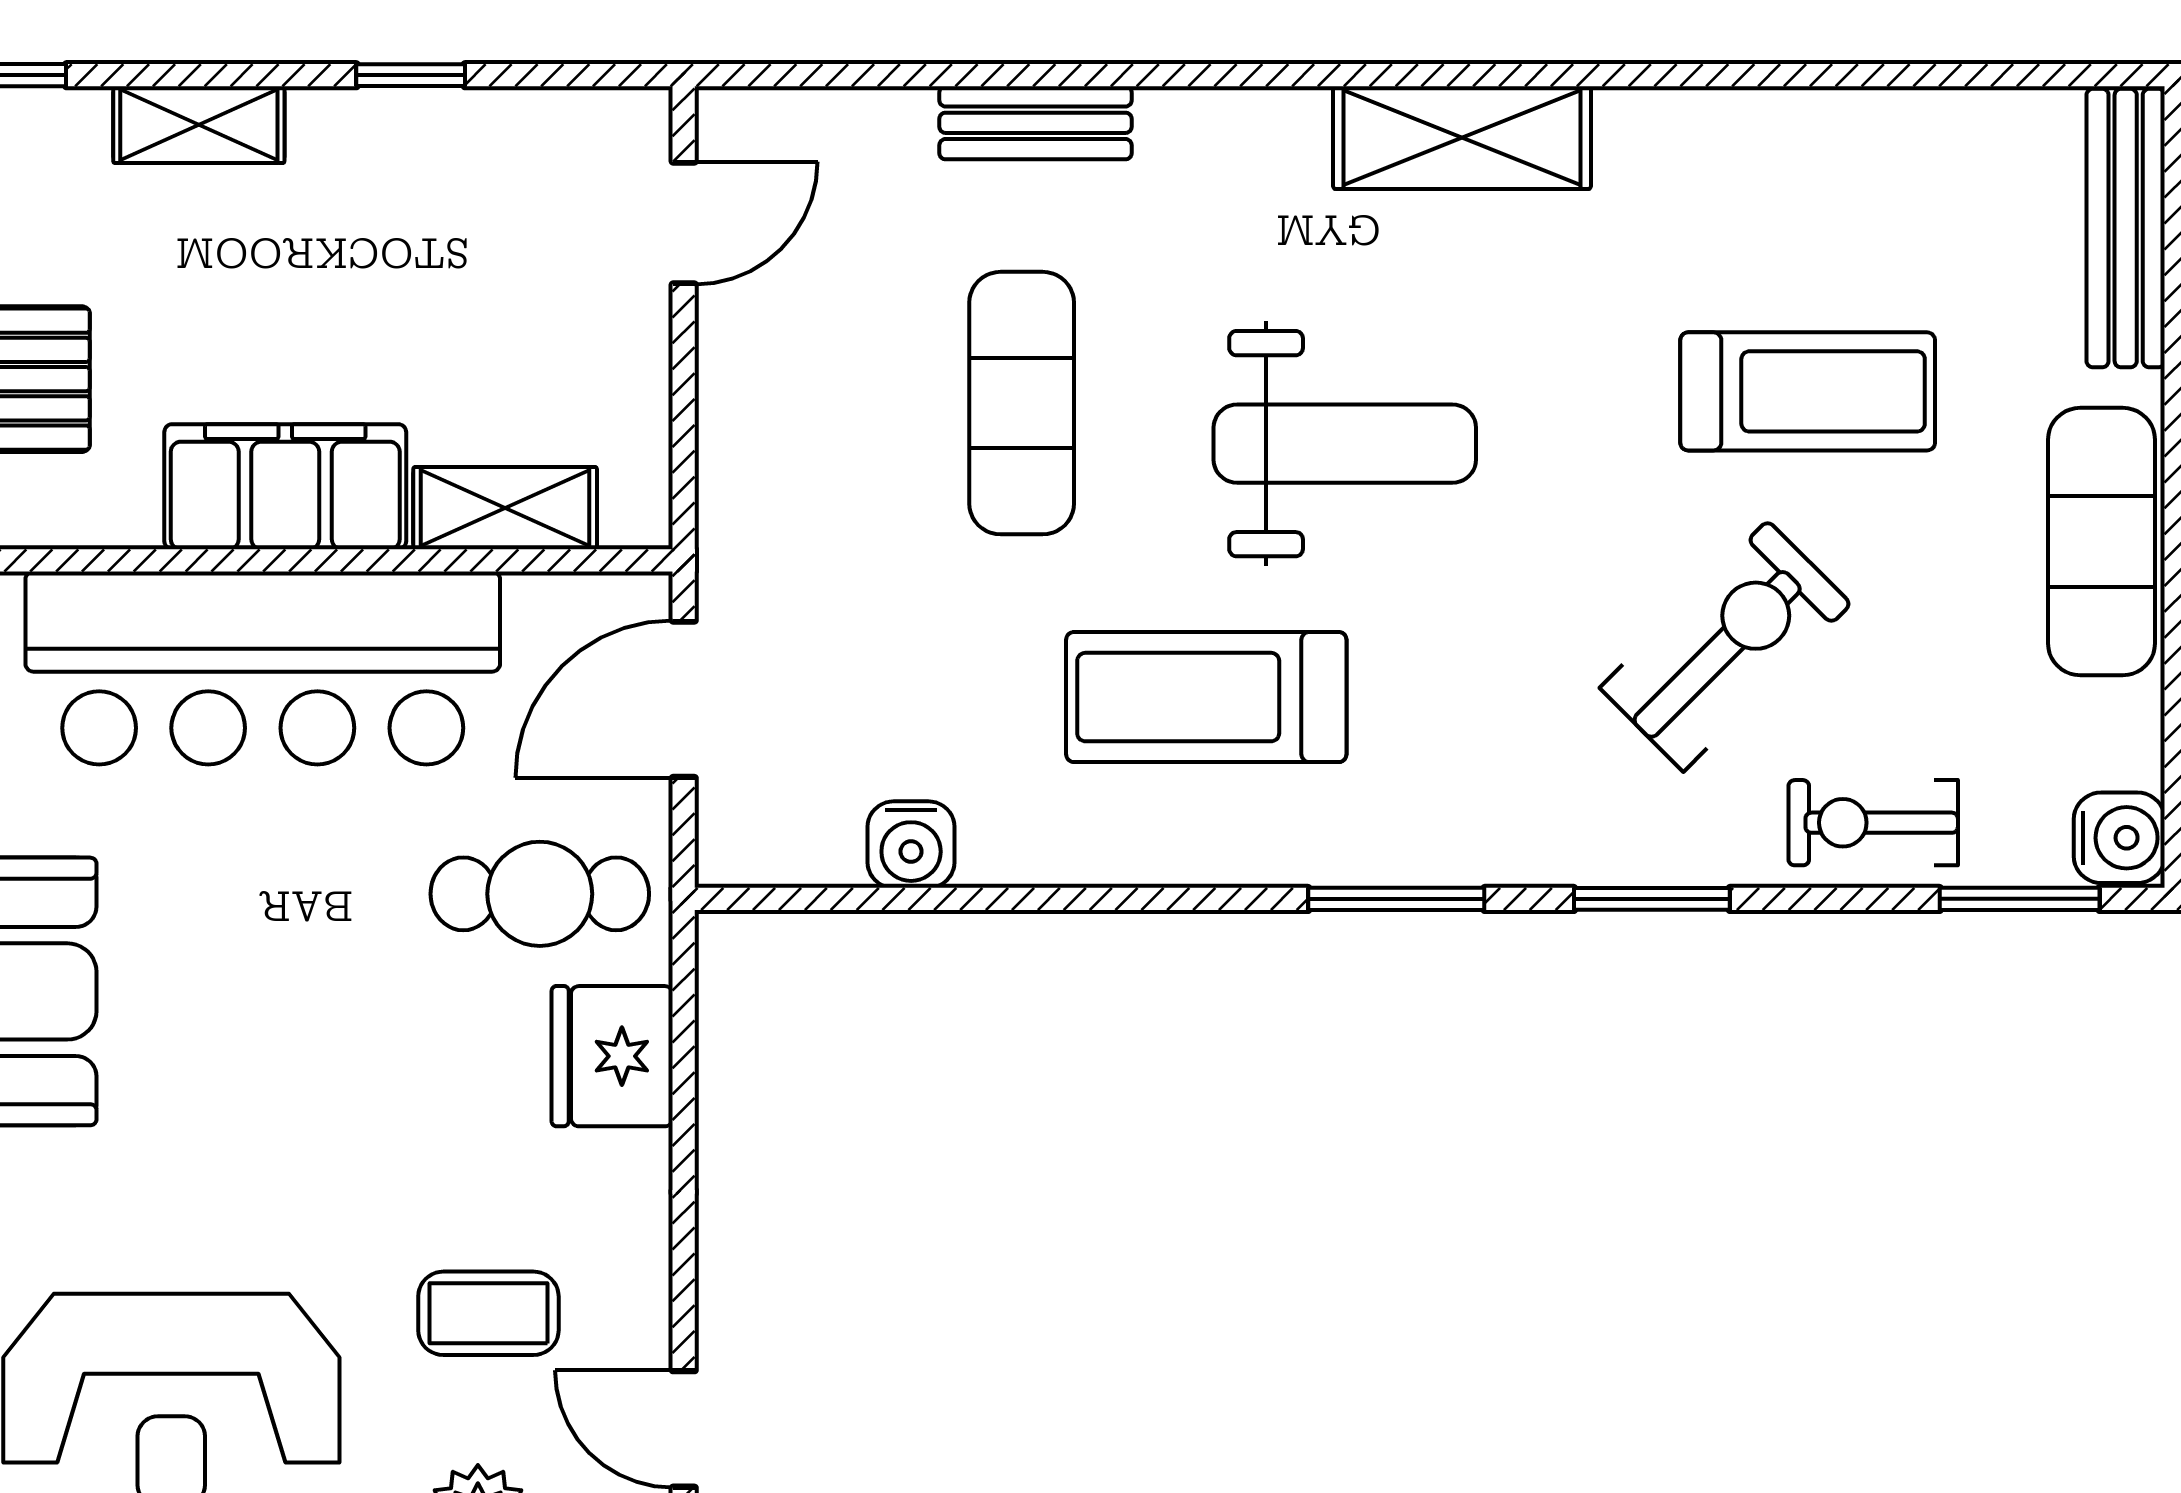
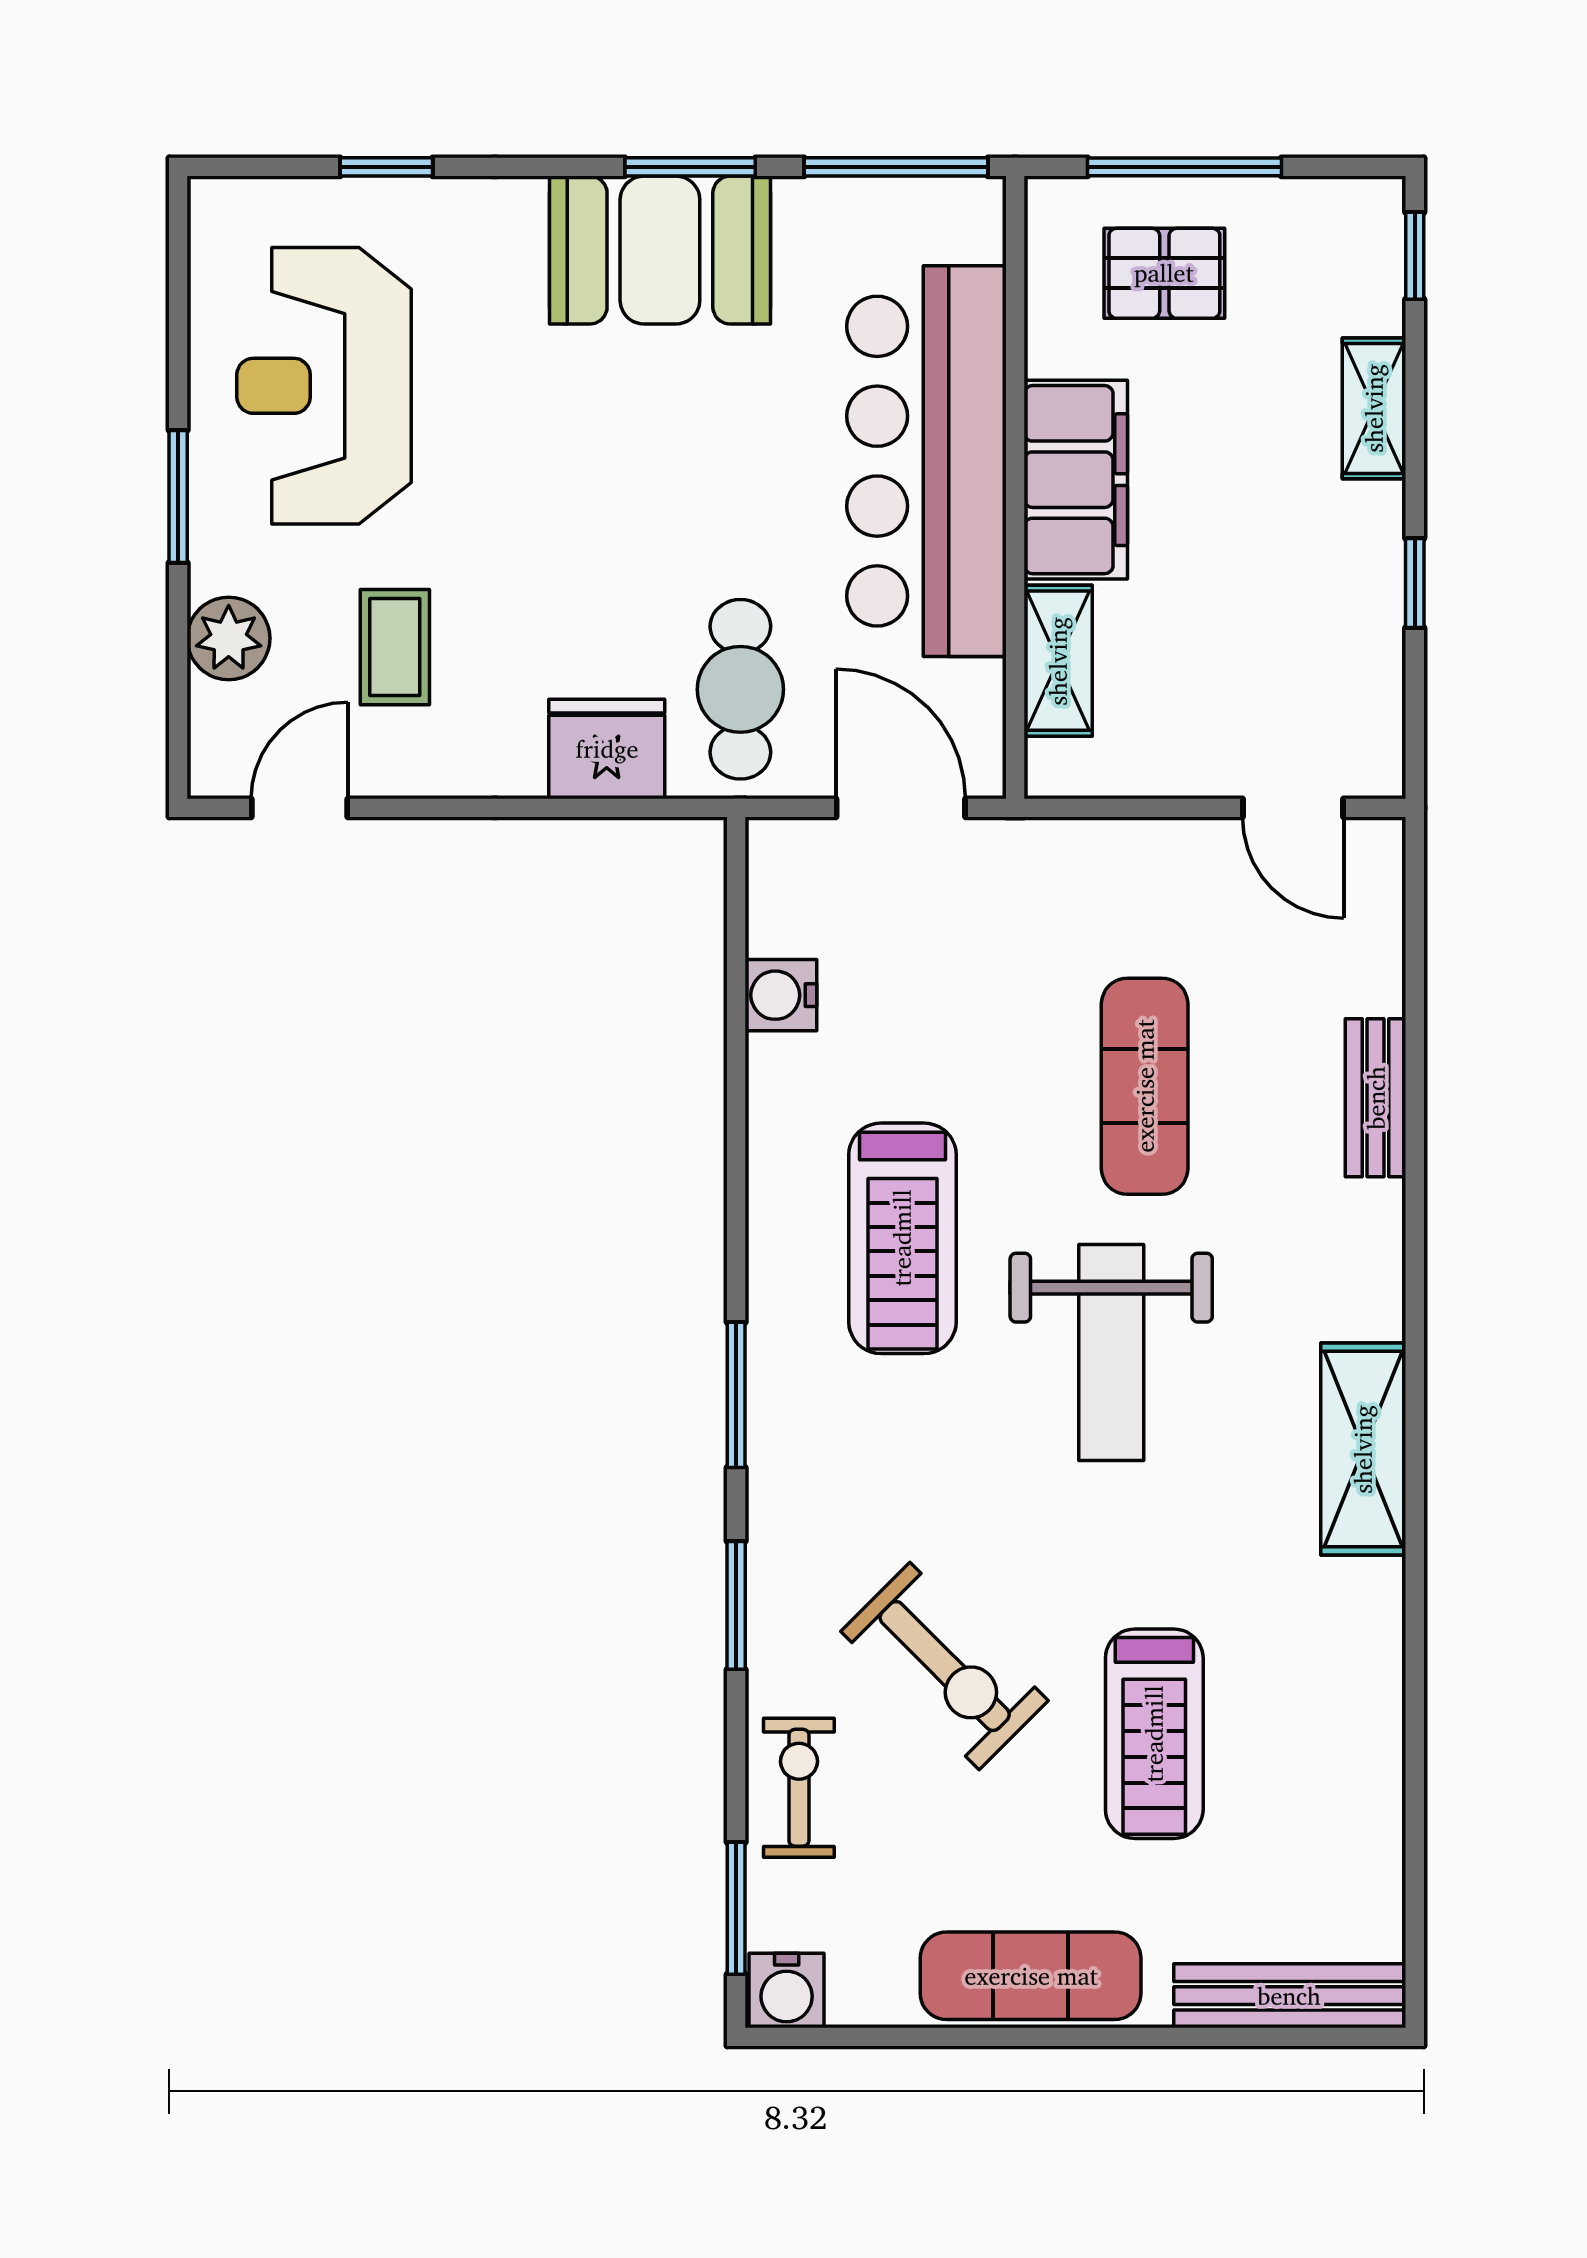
exercise mat: (1022, 403) -> (1145, 1086), turned 90
treadmill: (1206, 697) -> (902, 1238), turned 180

